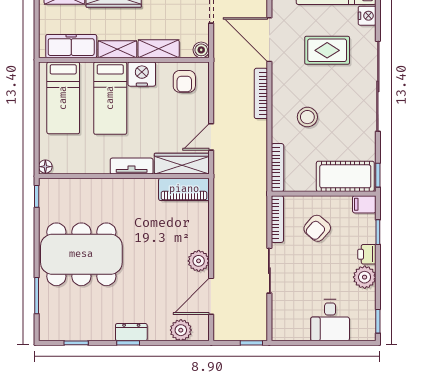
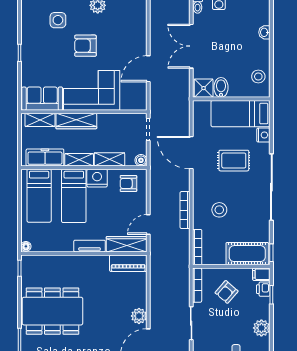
armchair: (184, 81) -> (128, 183), turned 90
bookcase: (261, 93) -> (185, 210), moved
printer: (367, 254) -> (263, 289), moved

